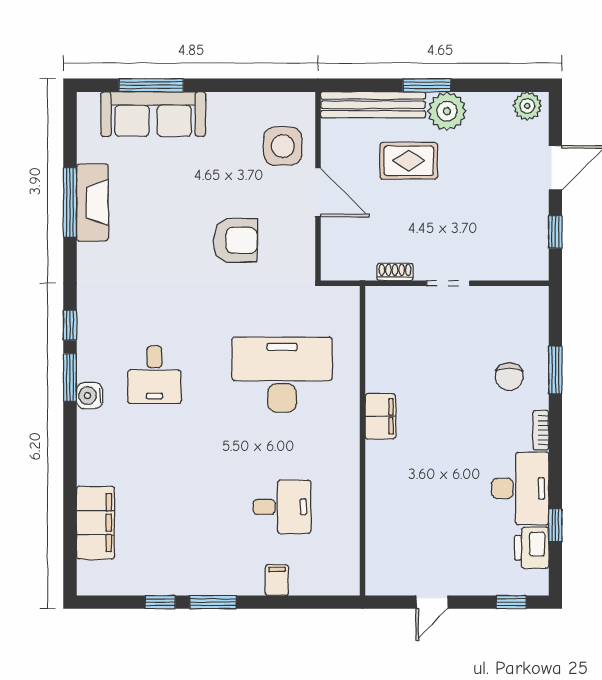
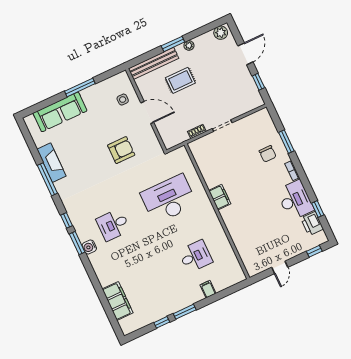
window: (151, 85) -> (80, 87), moved
plant: (447, 111) -> (189, 45), width x0.53, depth x0.53
side table: (283, 146) -> (123, 100), width x0.54, depth x0.54
window: (70, 203) -> (47, 179), moved
desk: (154, 375) -> (113, 225), turned 90

